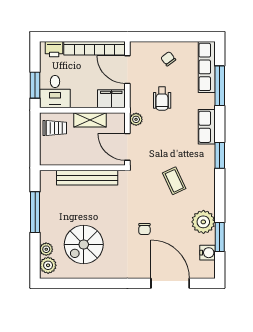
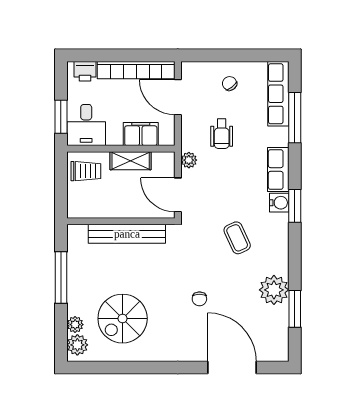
filing cabinet: (111, 99) -> (141, 134), moved
water cooler: (207, 253) -> (279, 203), moved

